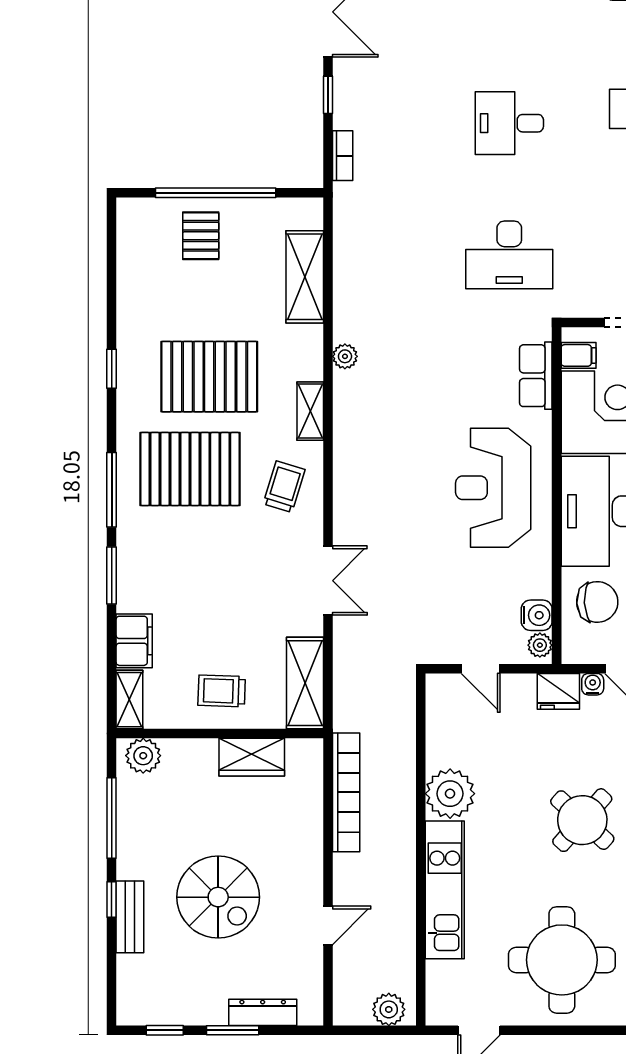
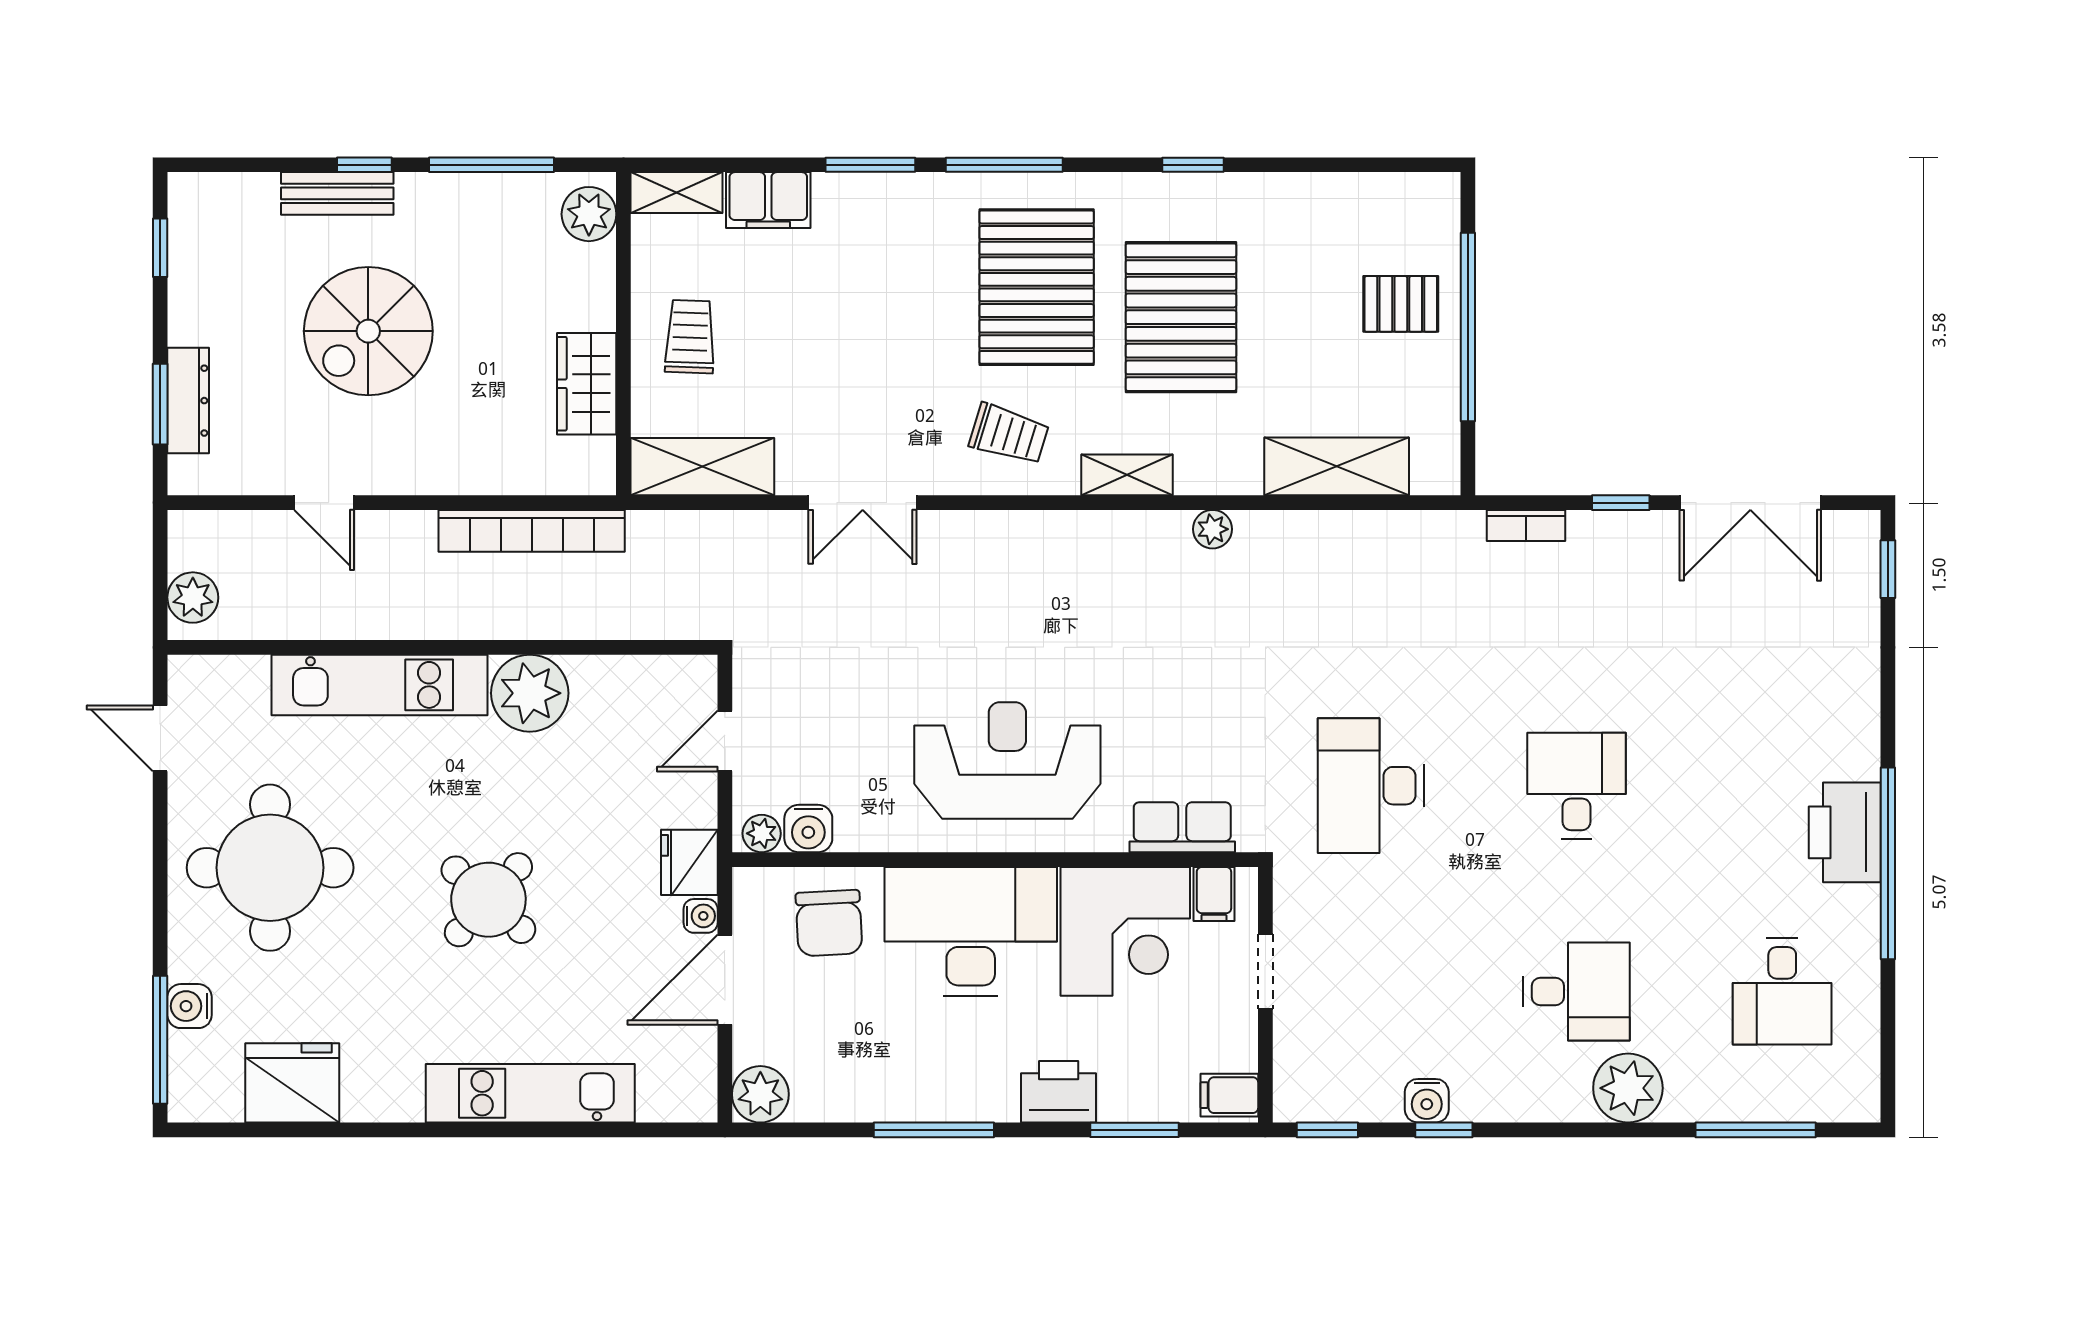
window: (233, 1030) -> (160, 404), moved

